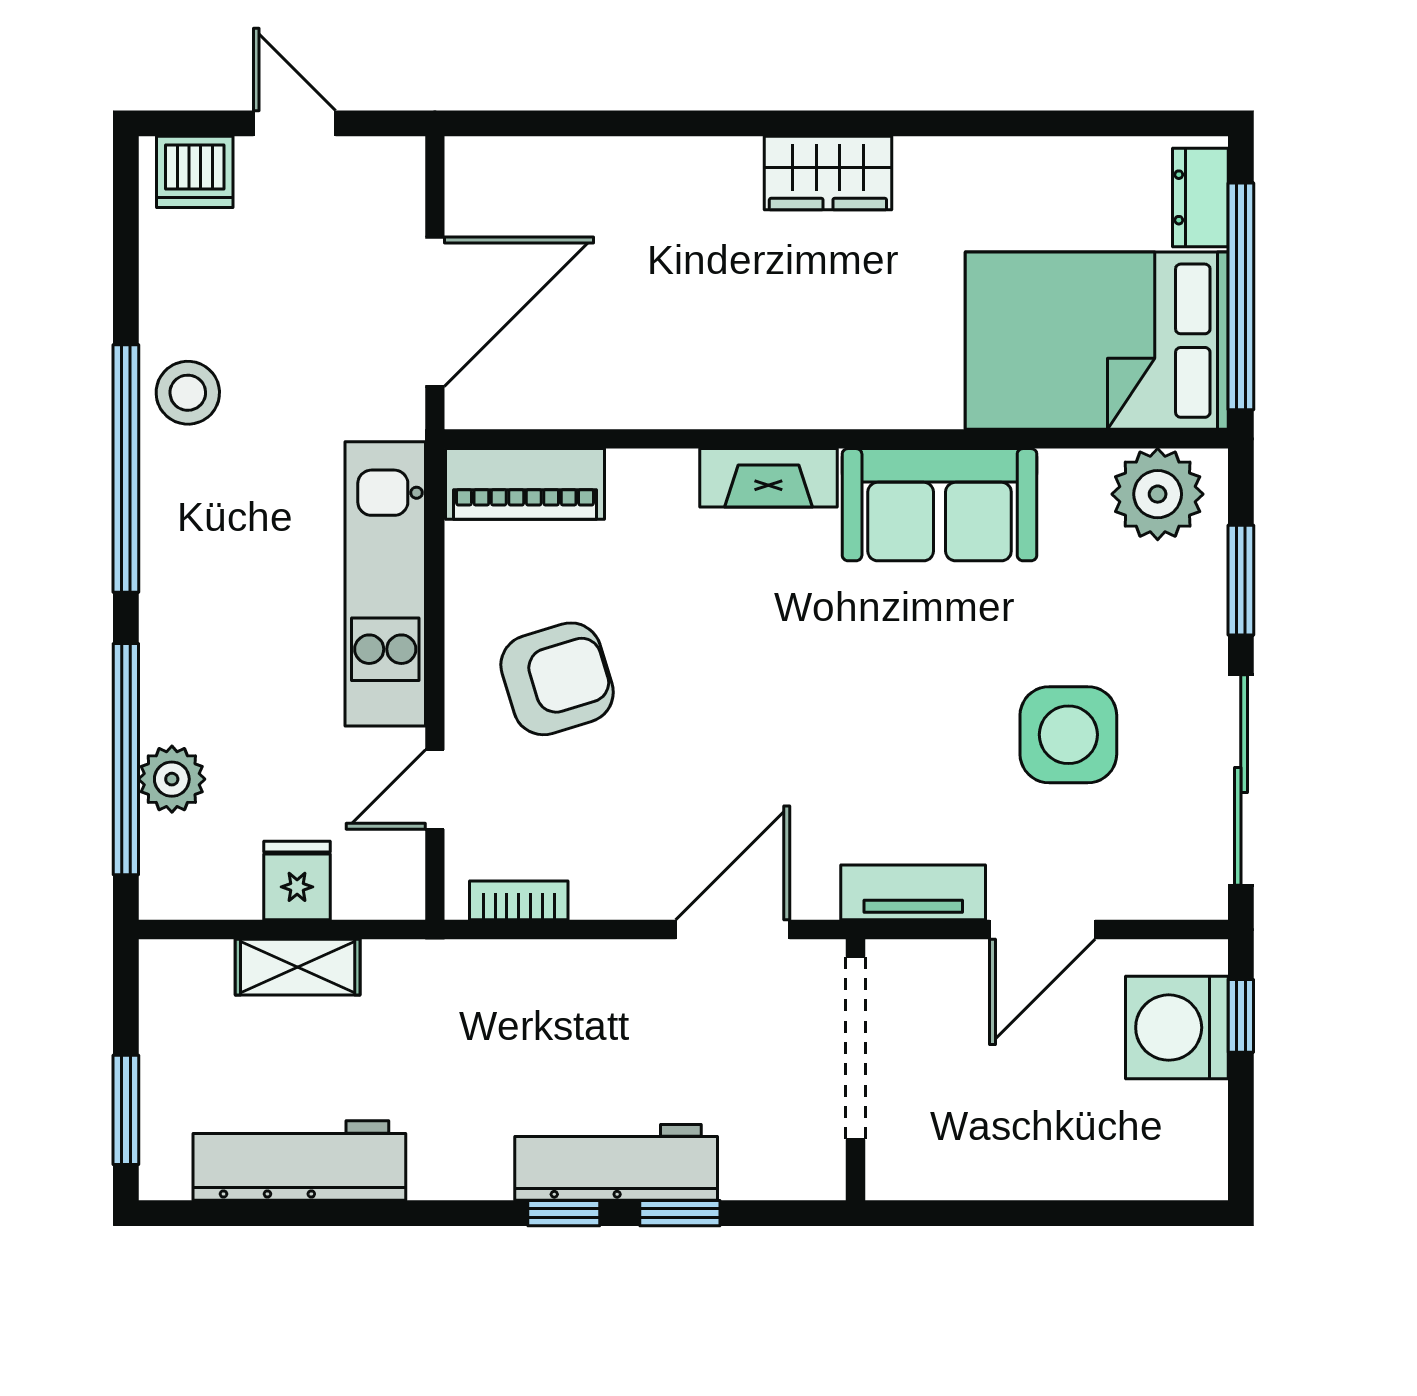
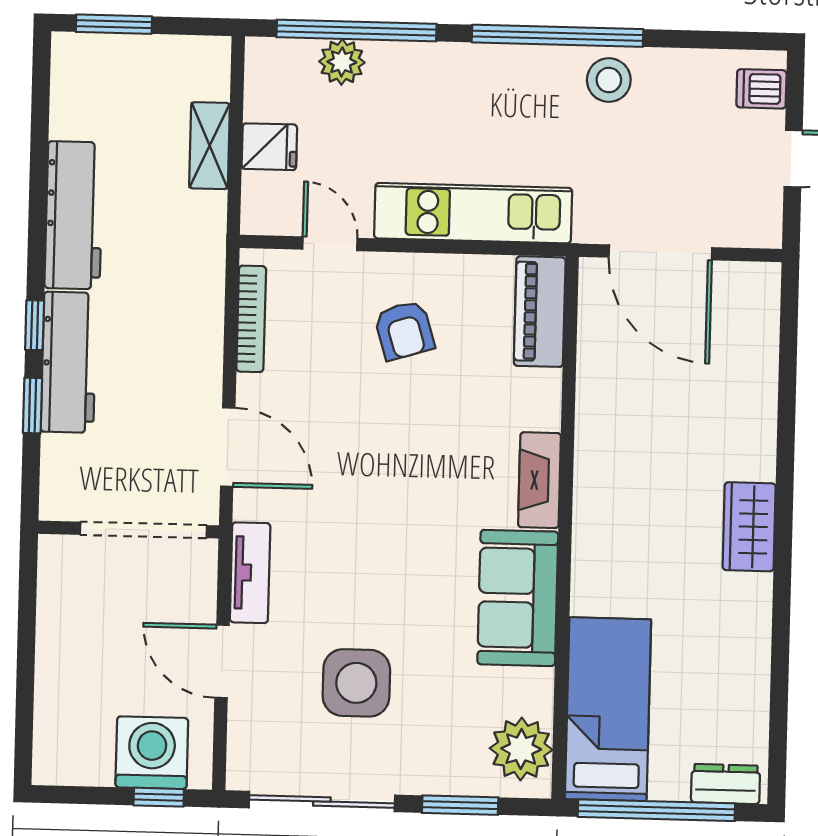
dishwasher: (195, 172) -> (761, 89), width x0.73
bed: (1097, 341) -> (608, 709), width x0.67
armchair: (557, 679) -> (404, 330), width x0.72, depth x0.72
bookcase: (519, 900) -> (251, 319), width x1.56
workbench: (299, 1160) -> (74, 215), moved

